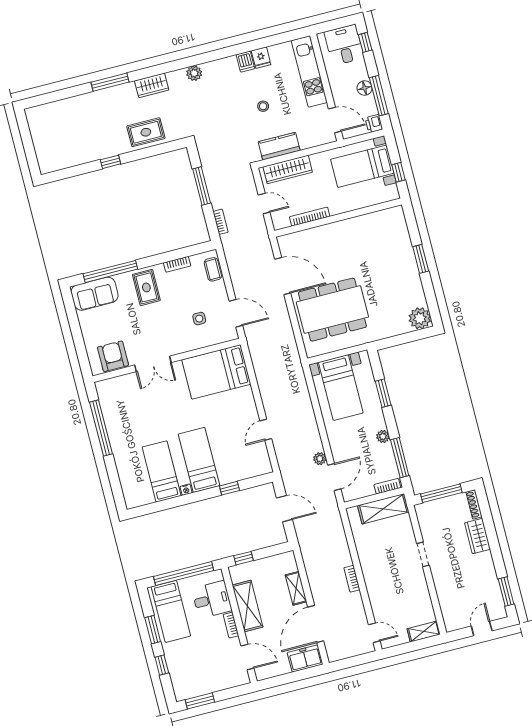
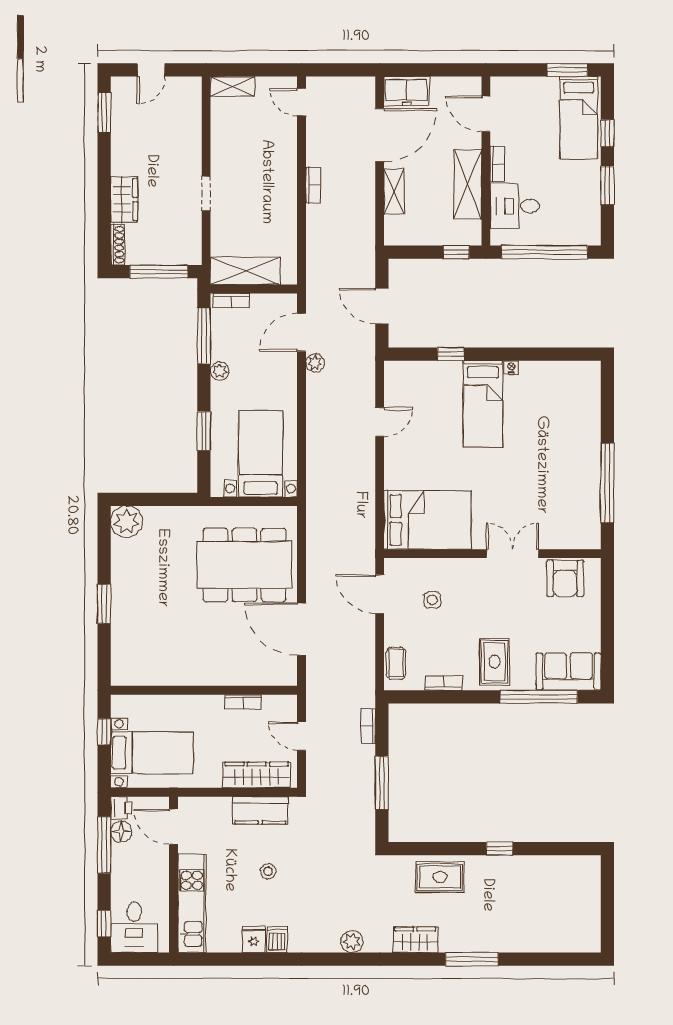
floor lamp: (365, 88) -> (121, 832), moved
bookcase: (310, 217) -> (243, 702), width x0.64
bed: (162, 471) -> (539, 401), removed
bed: (171, 611) -> (579, 118), moved, turned 180

